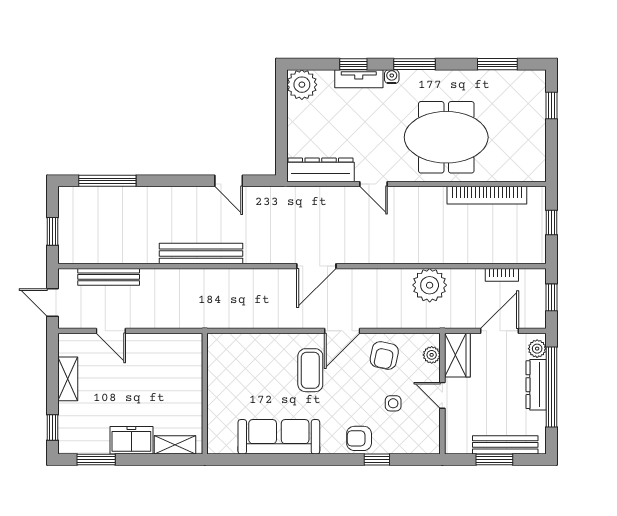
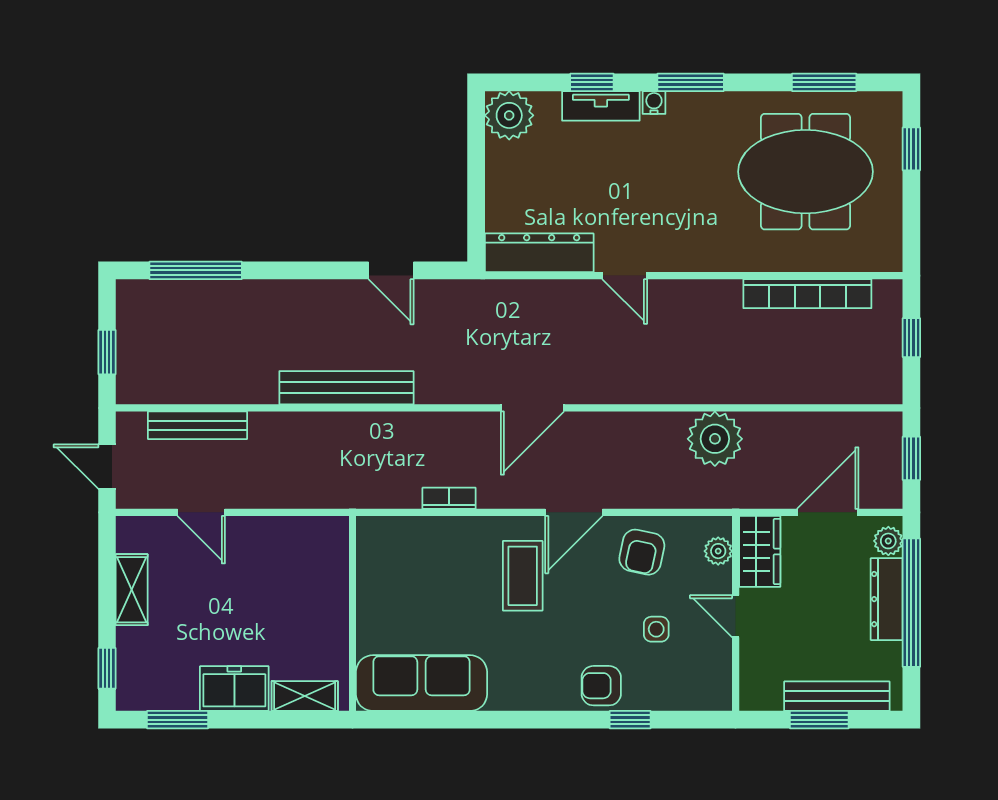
meeting table: (446, 137) -> (805, 172), moved
bookcase: (502, 275) -> (449, 498), moved, turned 180
sofa: (279, 437) -> (422, 683), moved

